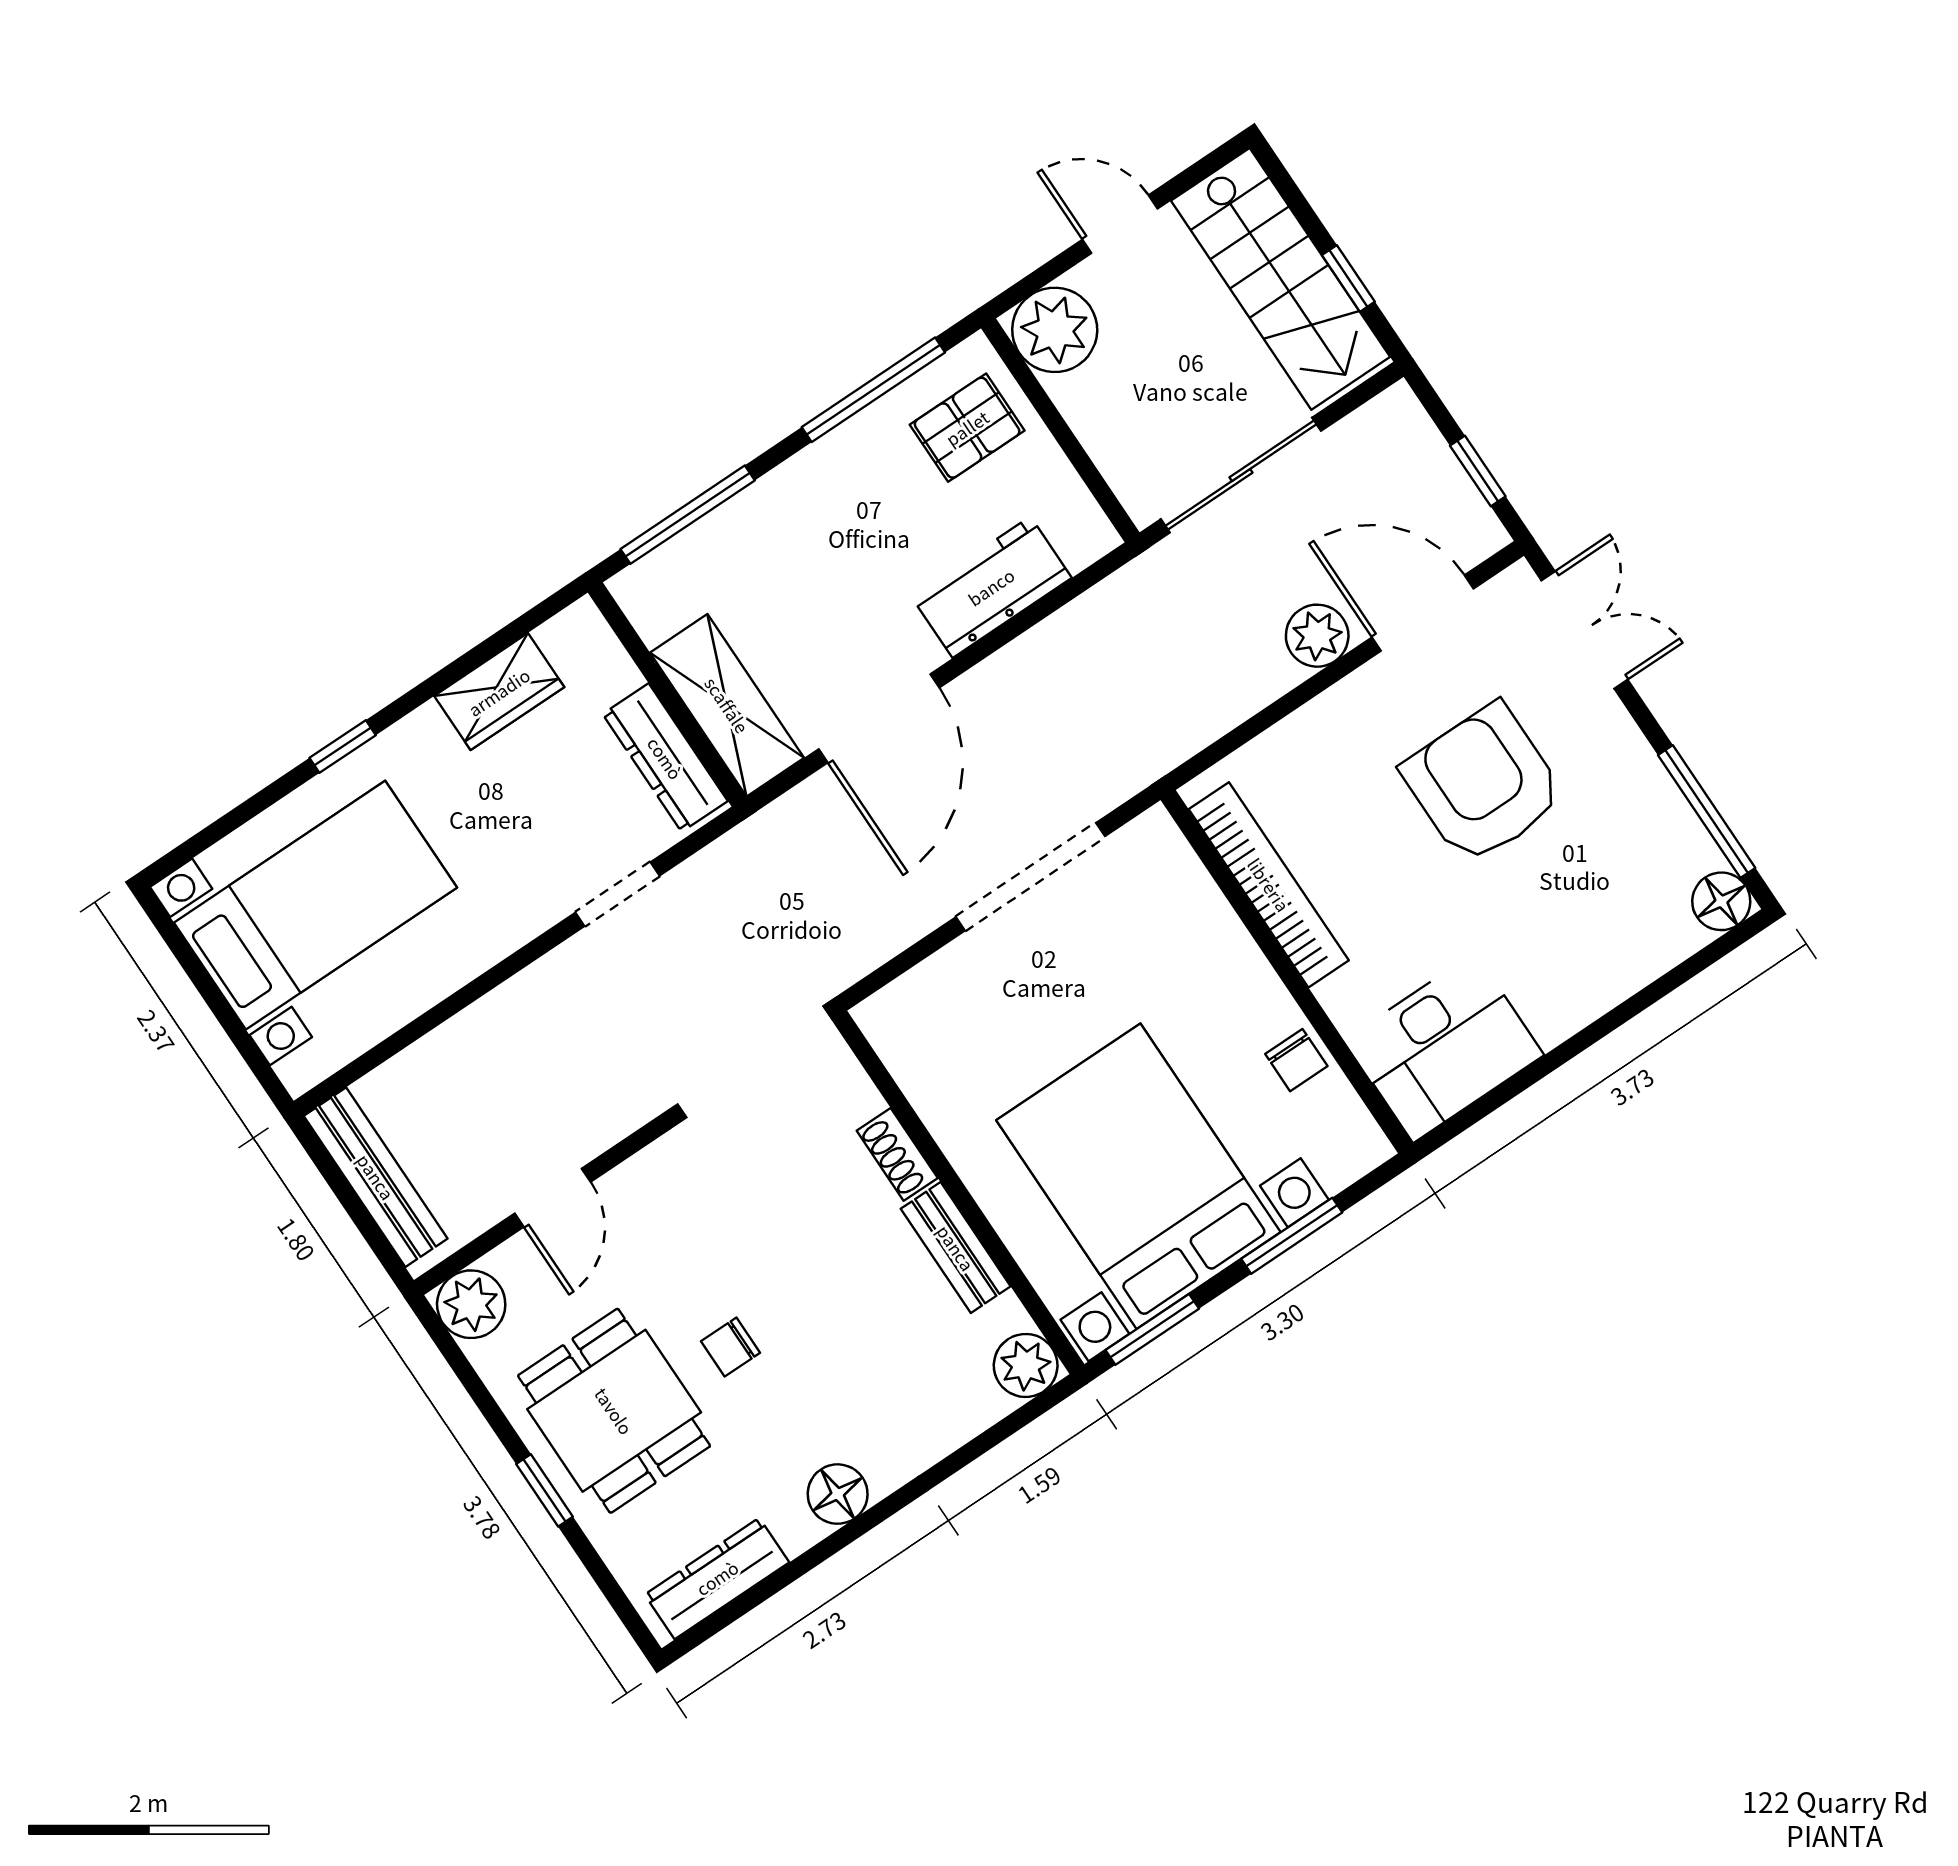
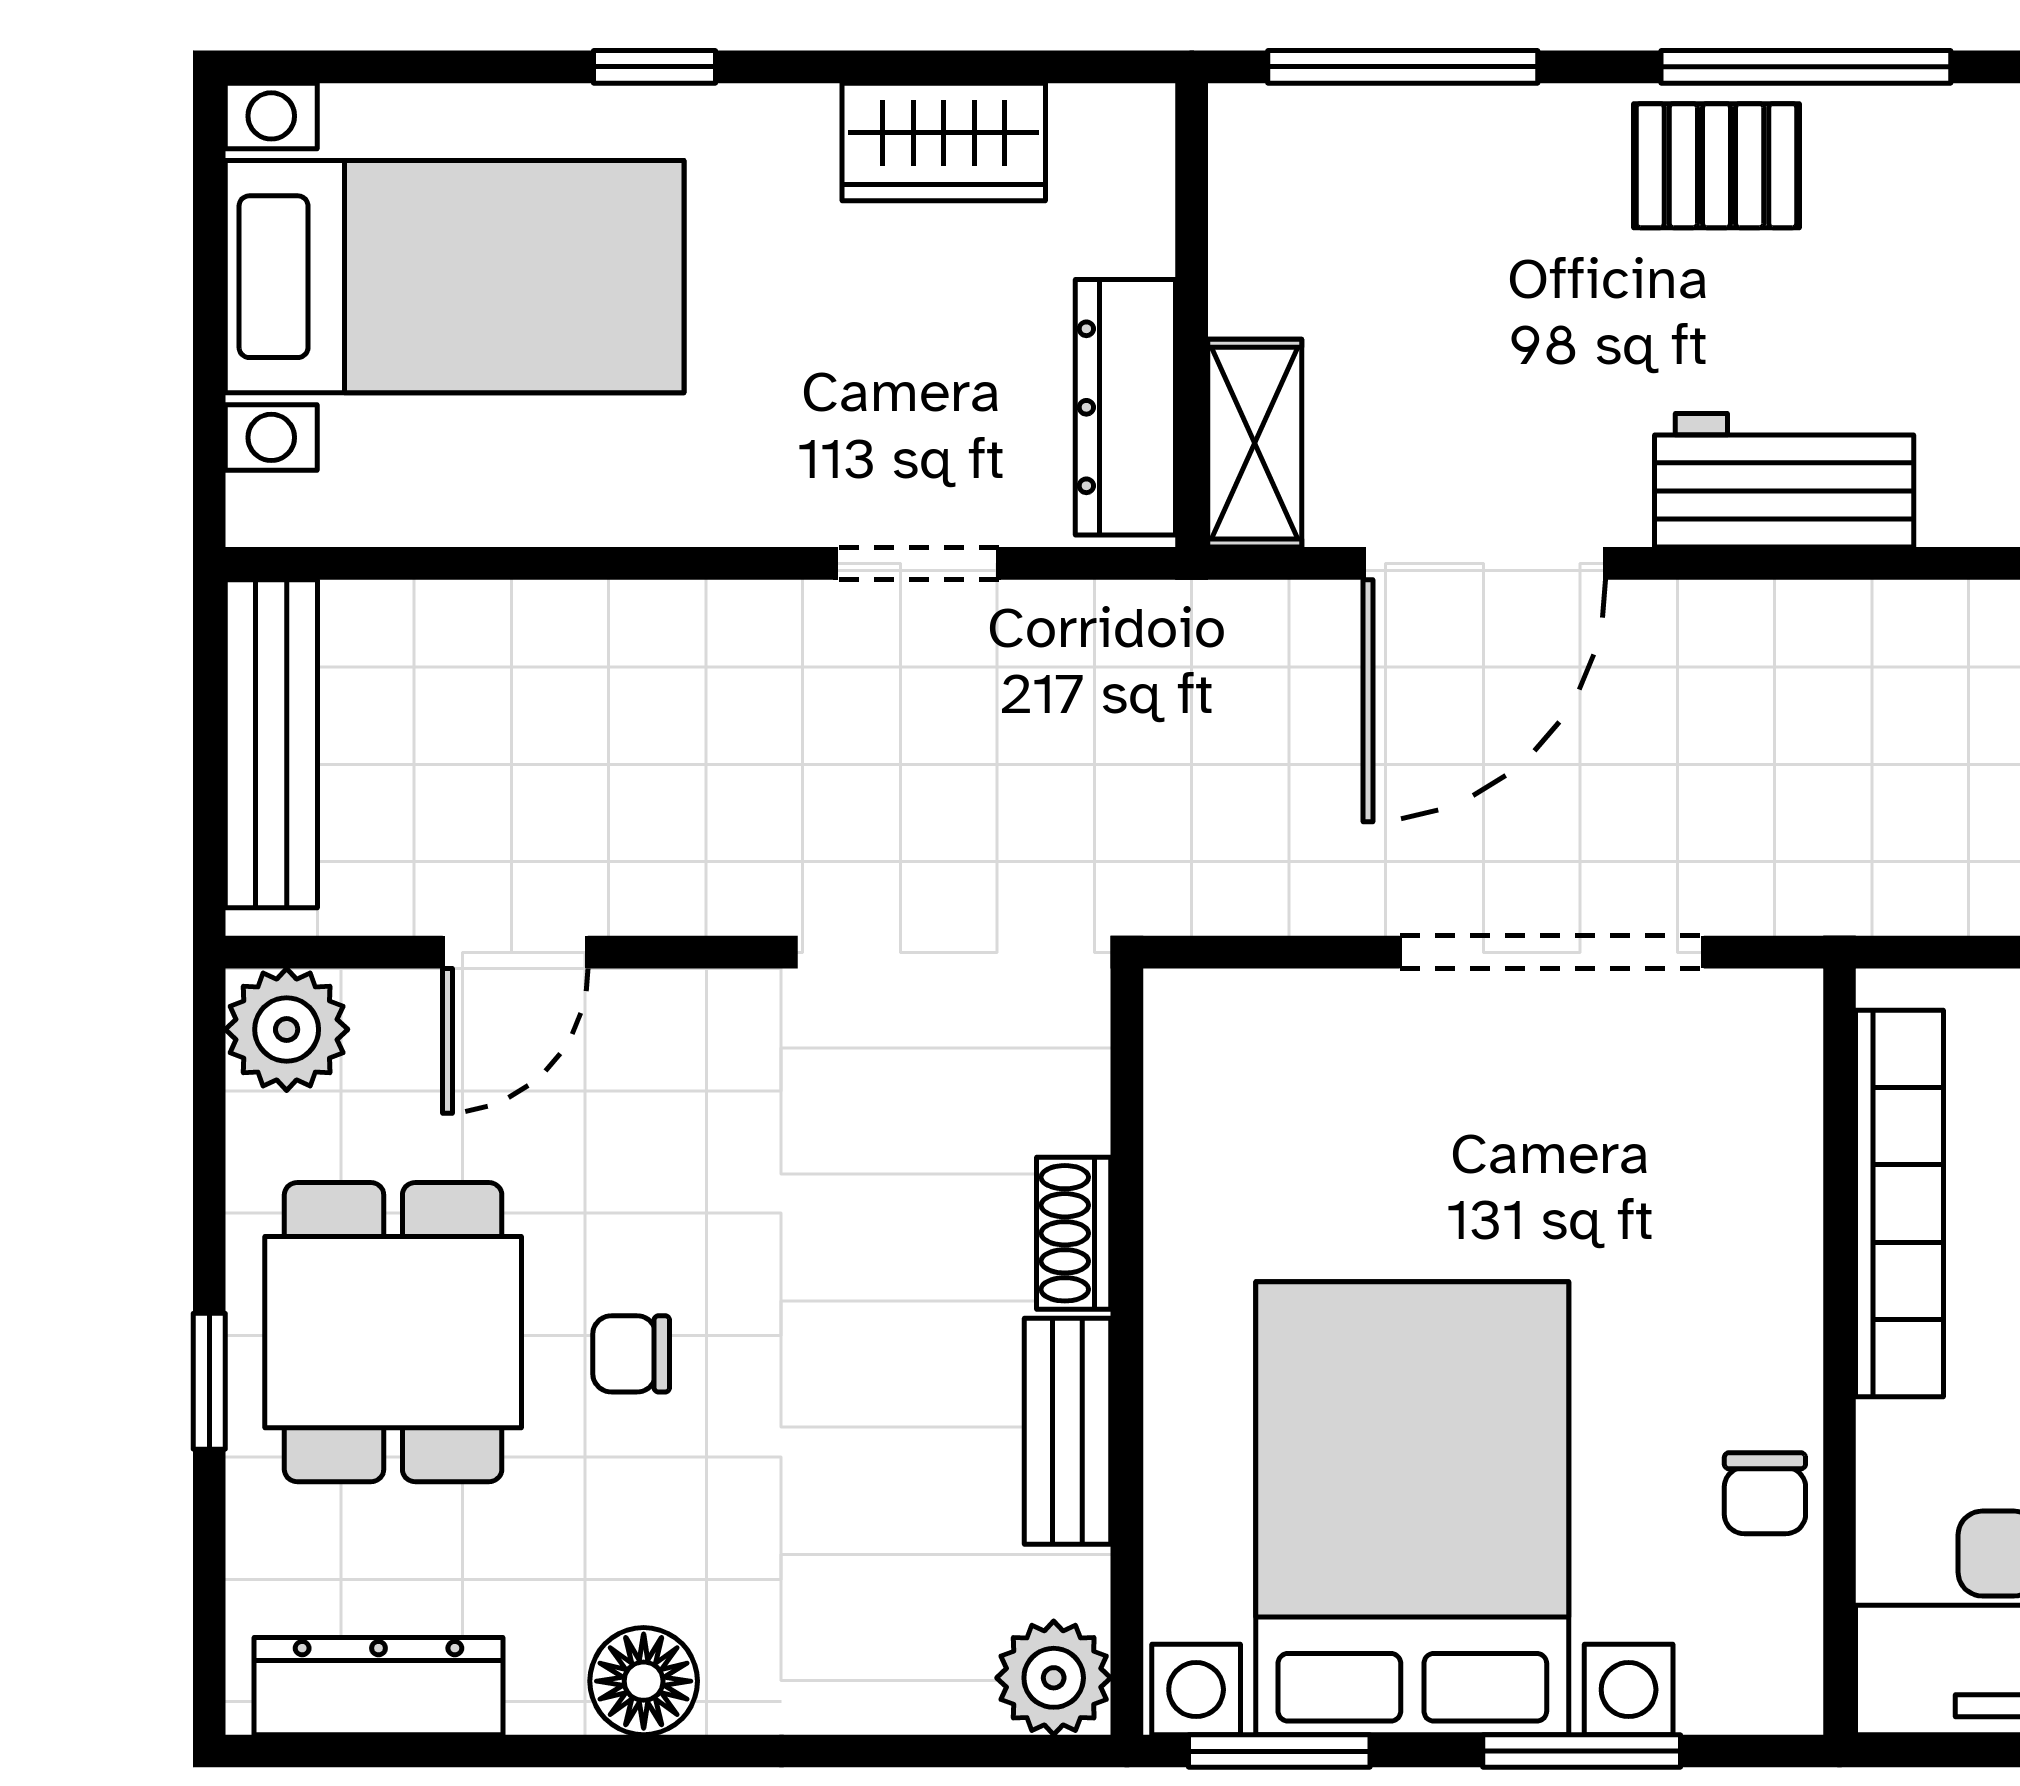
pallet: (967, 428) -> (1716, 166), moved
shelving: (727, 705) -> (1255, 443), width x0.67, depth x0.75

